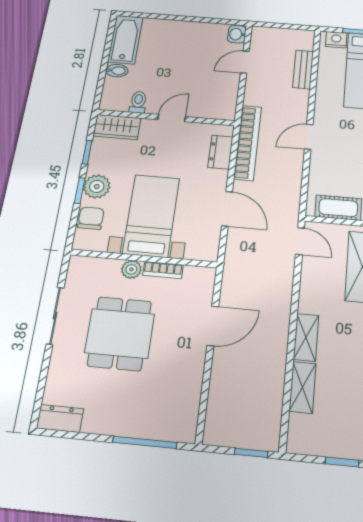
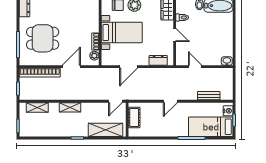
door: (245, 62) -> (195, 67), moved
door: (309, 137) -> (170, 101), swing flipped
bookcase: (248, 143) -> (40, 73), moved
plant: (131, 269) -> (94, 56), moved
door: (213, 326) -> (71, 67), swing flipped
dining table: (120, 333) -> (43, 38), moved
shelving: (303, 387) -> (37, 107), moved

